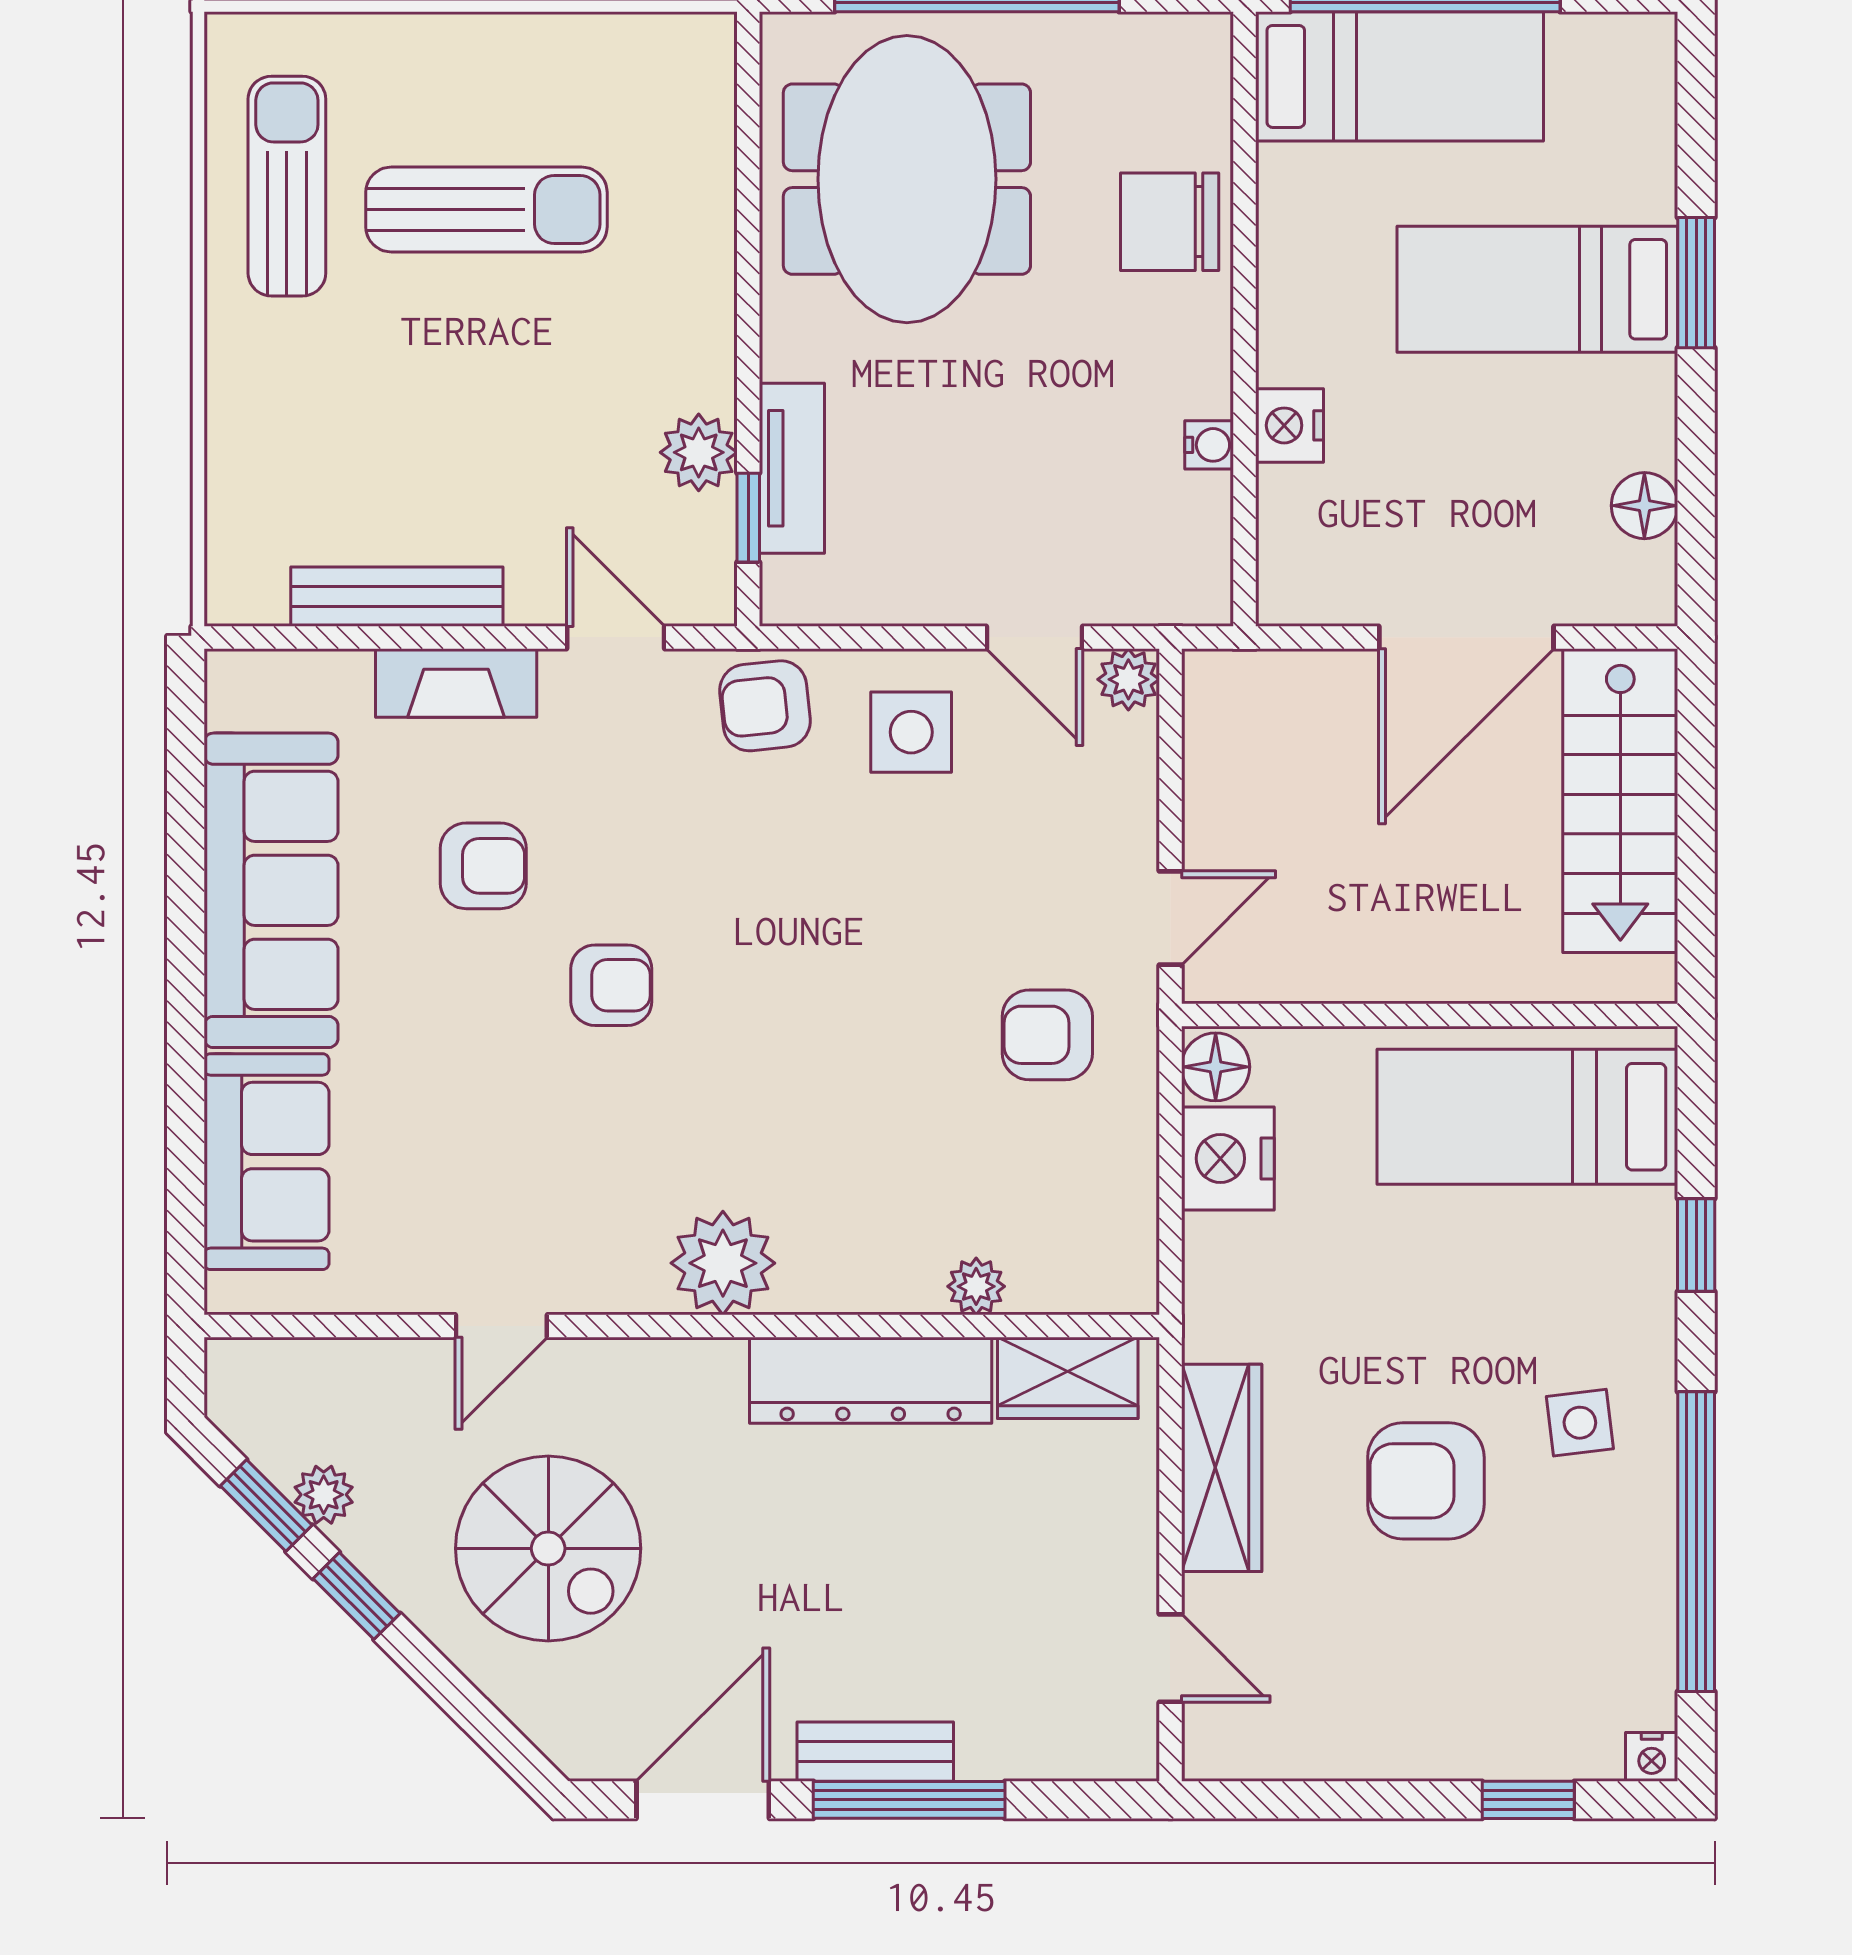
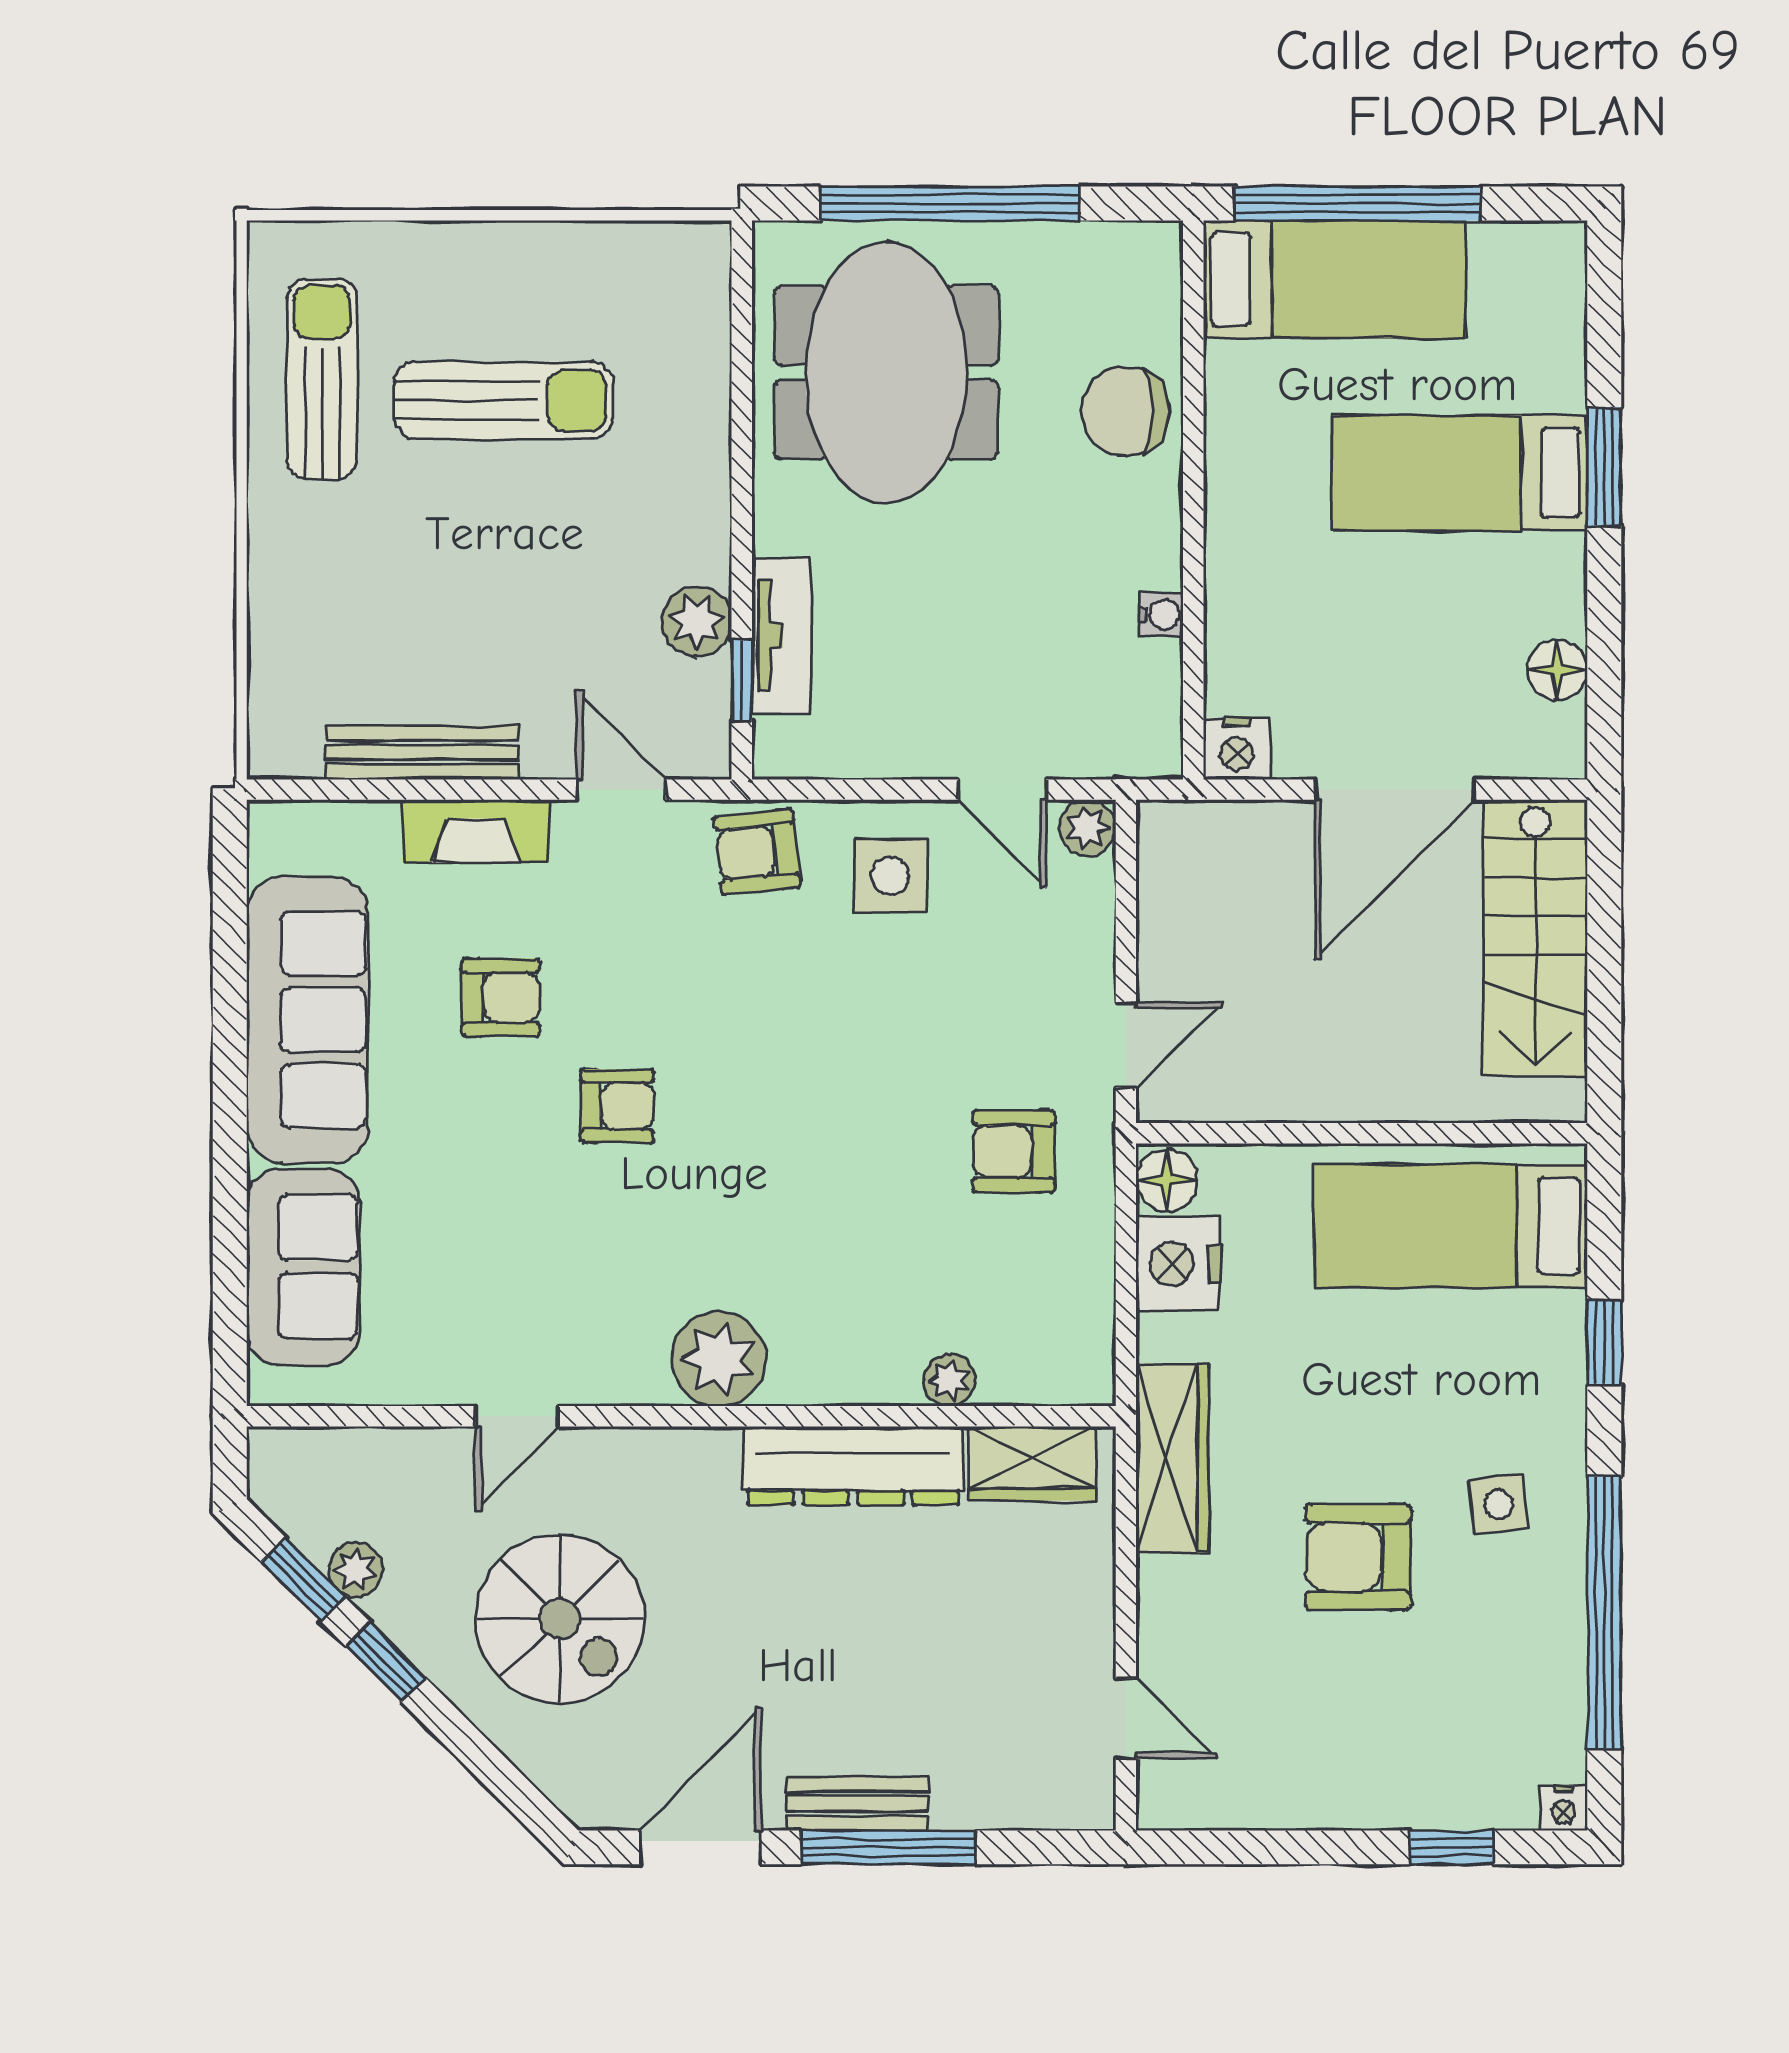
nightstand: (1289, 425) -> (1237, 749), moved, turned -90
wardrobe: (1222, 1468) -> (1172, 1458), moved

